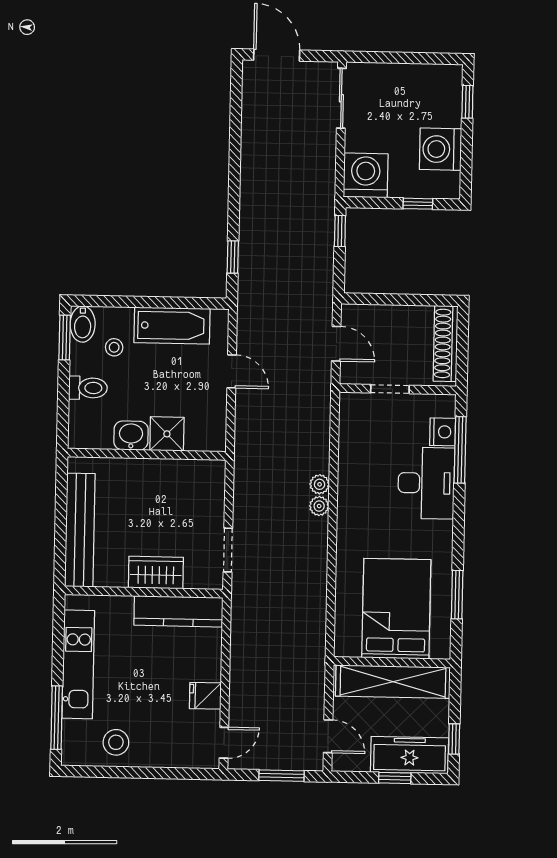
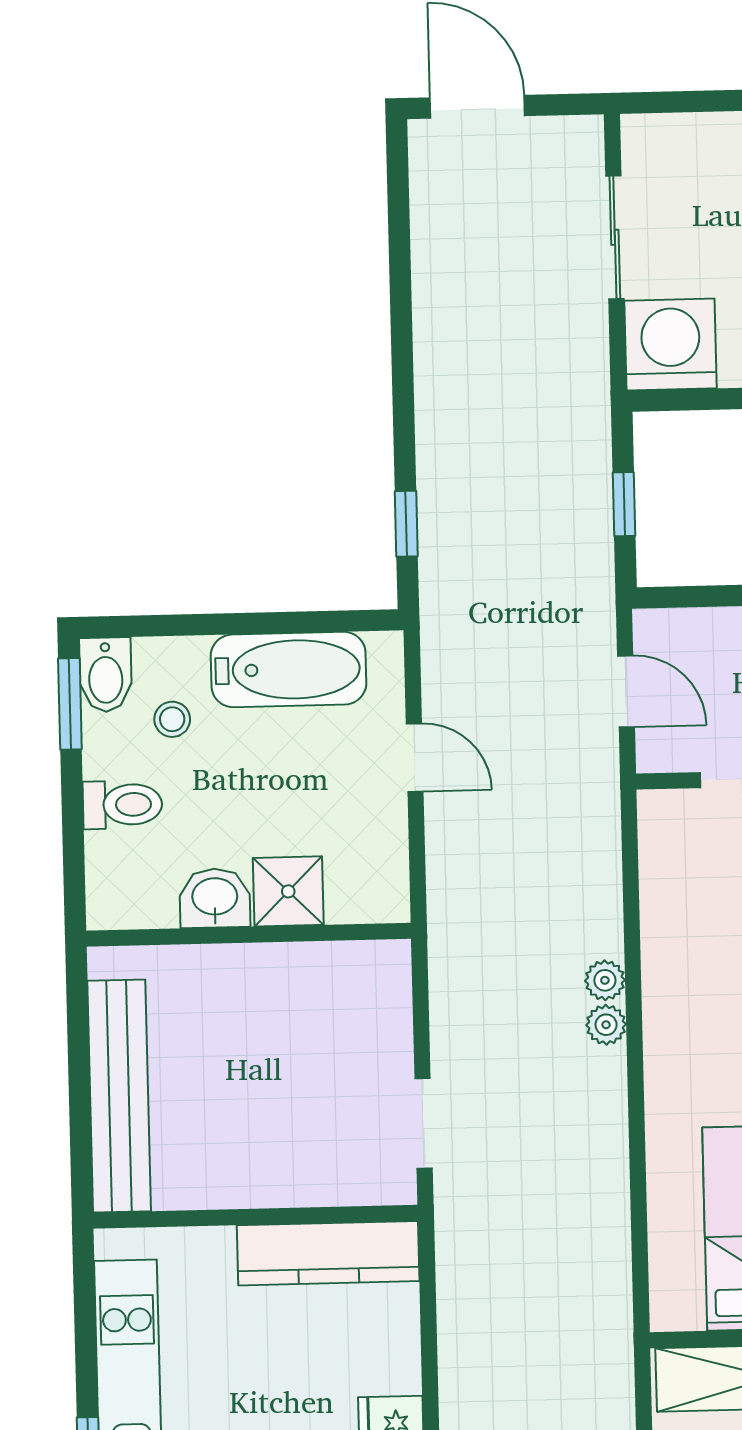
sliding door: (341, 98) -> (615, 237), moved
window: (340, 231) -> (624, 504), moved
wardrobe: (156, 573) -> (278, 1176), removed

